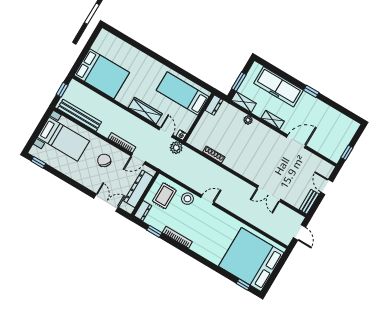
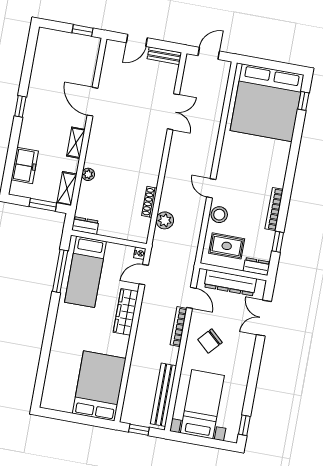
window: (190, 77) -> (60, 271), added
freezer: (278, 87) -> (25, 165), width x0.52, depth x0.79
plant: (176, 148) -> (165, 220), moved

